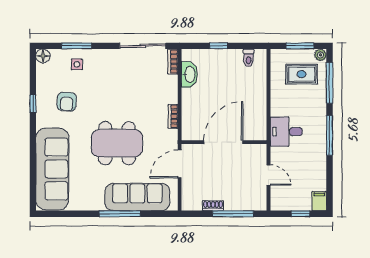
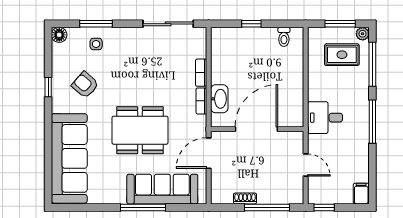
bookcase: (173, 62) -> (201, 73), moved
washbasin: (189, 74) -> (219, 99), moved
armchair: (67, 102) -> (85, 85), turned 128
window: (301, 214) -> (324, 207), moved

